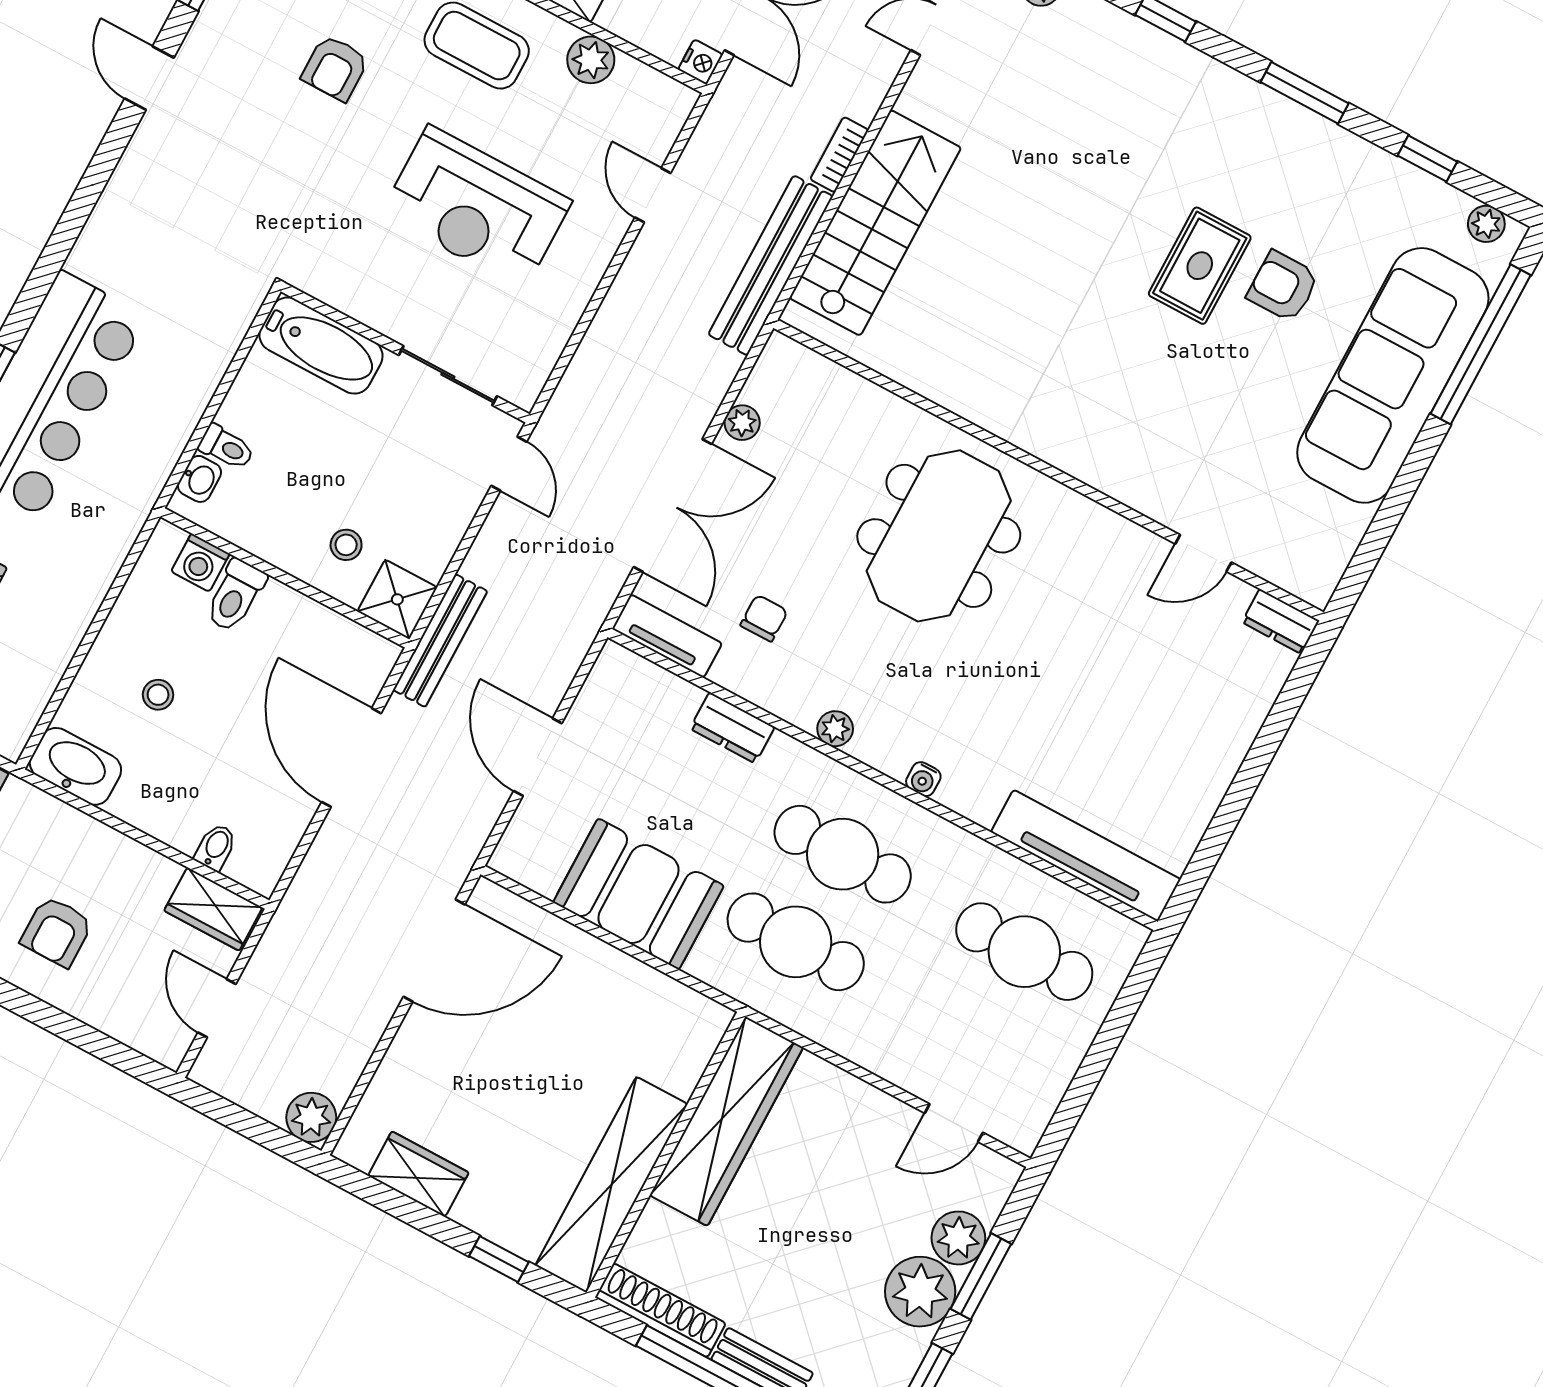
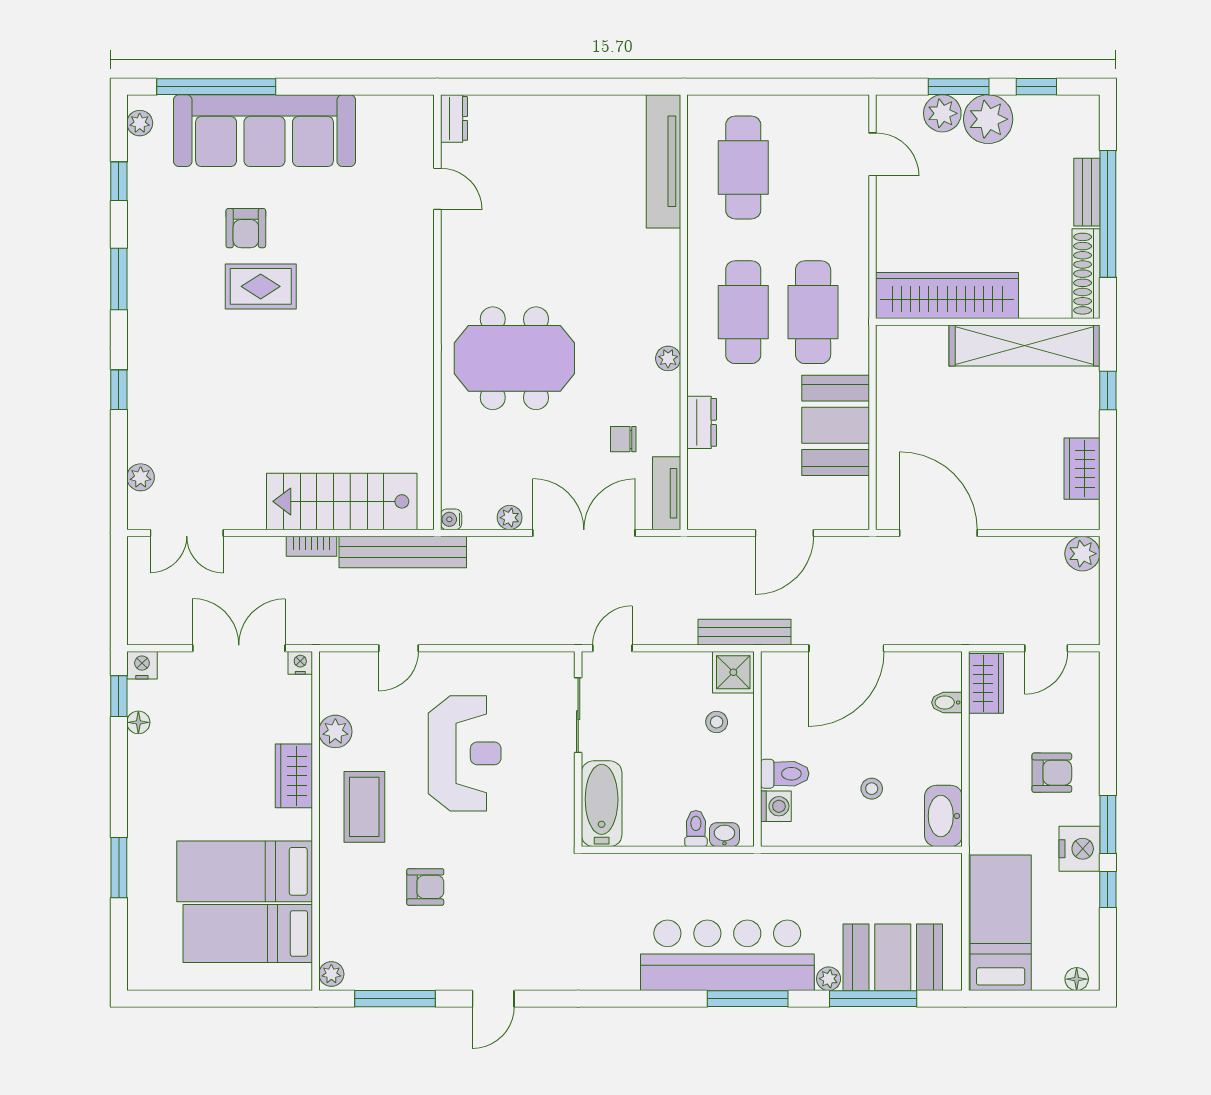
water cooler: (923, 779) -> (451, 519), moved, turned 180

